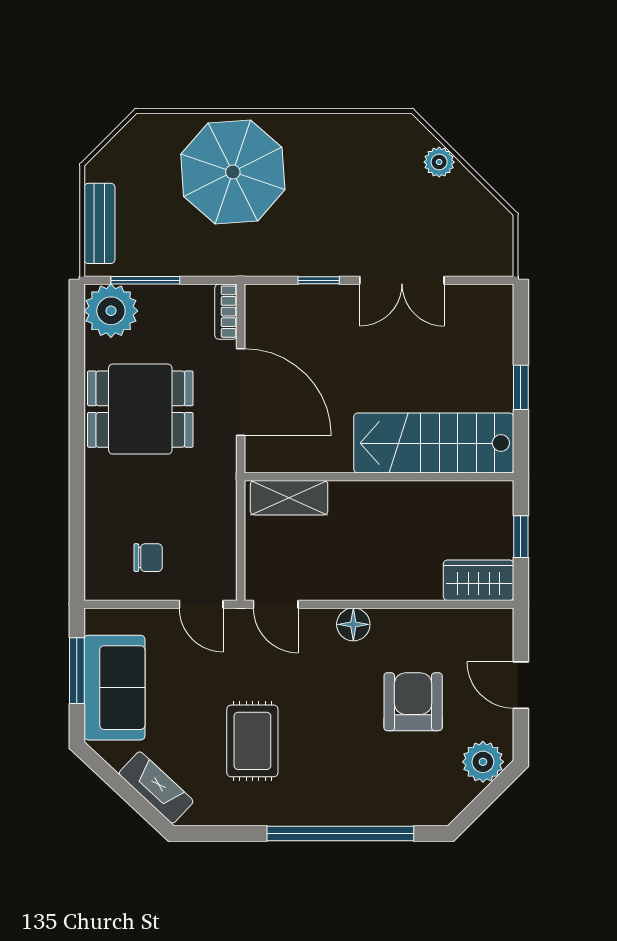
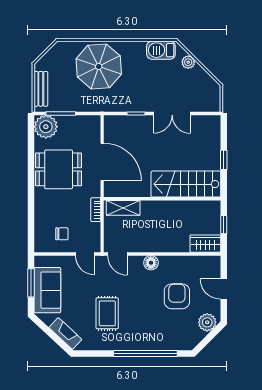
barbecue: (376, 134) -> (161, 50), added
bookcase: (226, 312) -> (96, 210), moved

